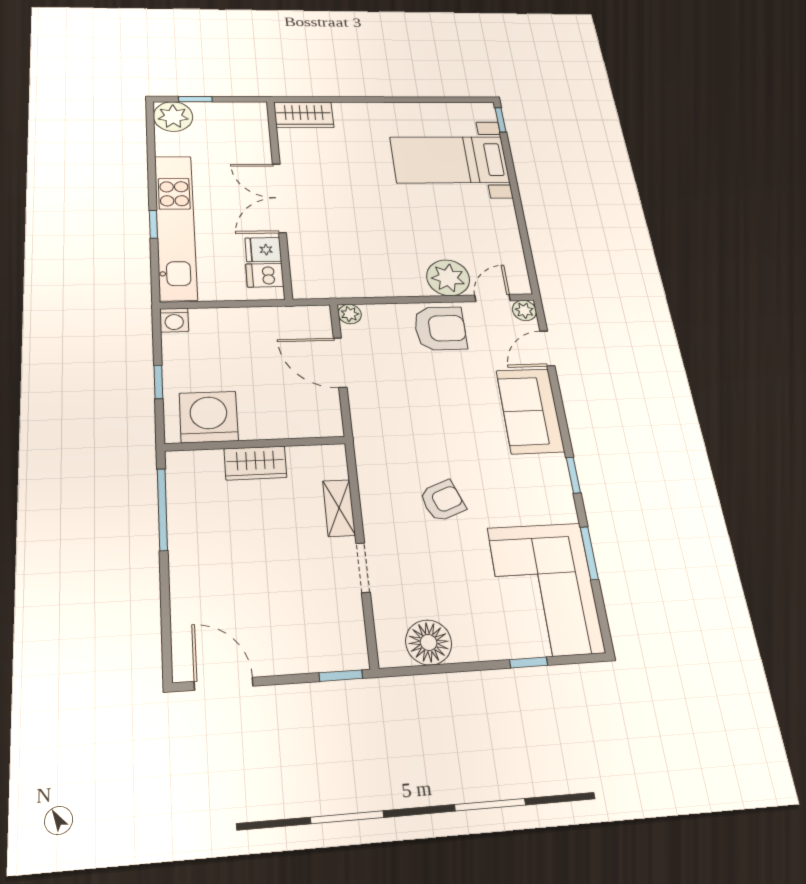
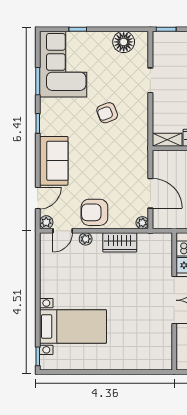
wardrobe: (304, 115) -> (120, 242), moved, turned 180
plant: (448, 278) -> (86, 239), width x0.53, depth x0.53
shelving: (339, 508) -> (167, 140), moved, turned 90

